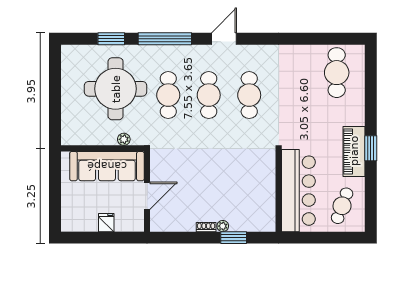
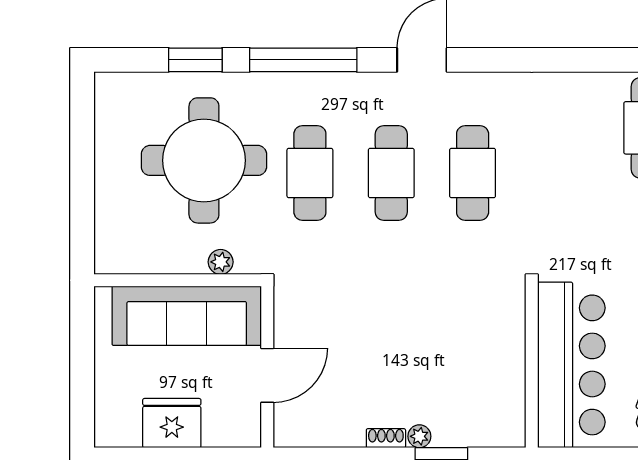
fridge: (106, 223) -> (172, 423), width x1.88, depth x1.34

